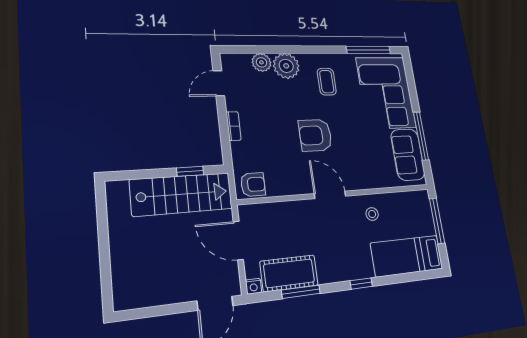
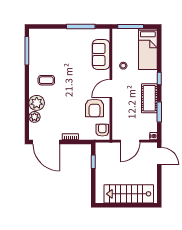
door: (219, 83) -> (46, 142), width x1.88
corner sofa: (386, 93) -> (54, 44), removed
armchair: (315, 135) -> (95, 108), moved
sofa: (408, 155) -> (101, 55), moved, turned 90
stairs: (182, 194) -> (129, 194), moved, turned -90
cot: (289, 273) -> (149, 98), moved

